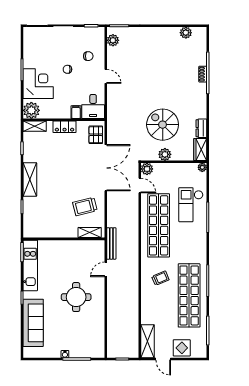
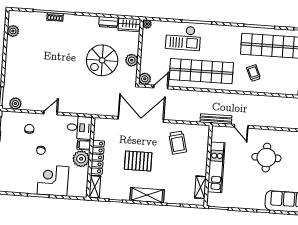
plant: (31, 110) -> (81, 159), moved
locker: (65, 127) -> (97, 157), width x1.53
pallet: (96, 135) -> (138, 161), moved, width x1.50, depth x1.42
shelving: (90, 233) -> (200, 187), moved
kitchen unit: (30, 265) -> (216, 167), moved, turned 90

